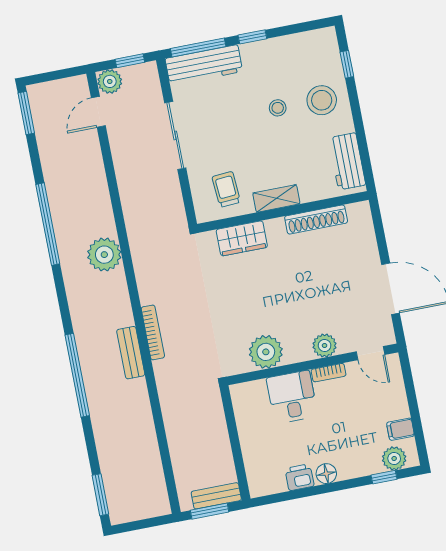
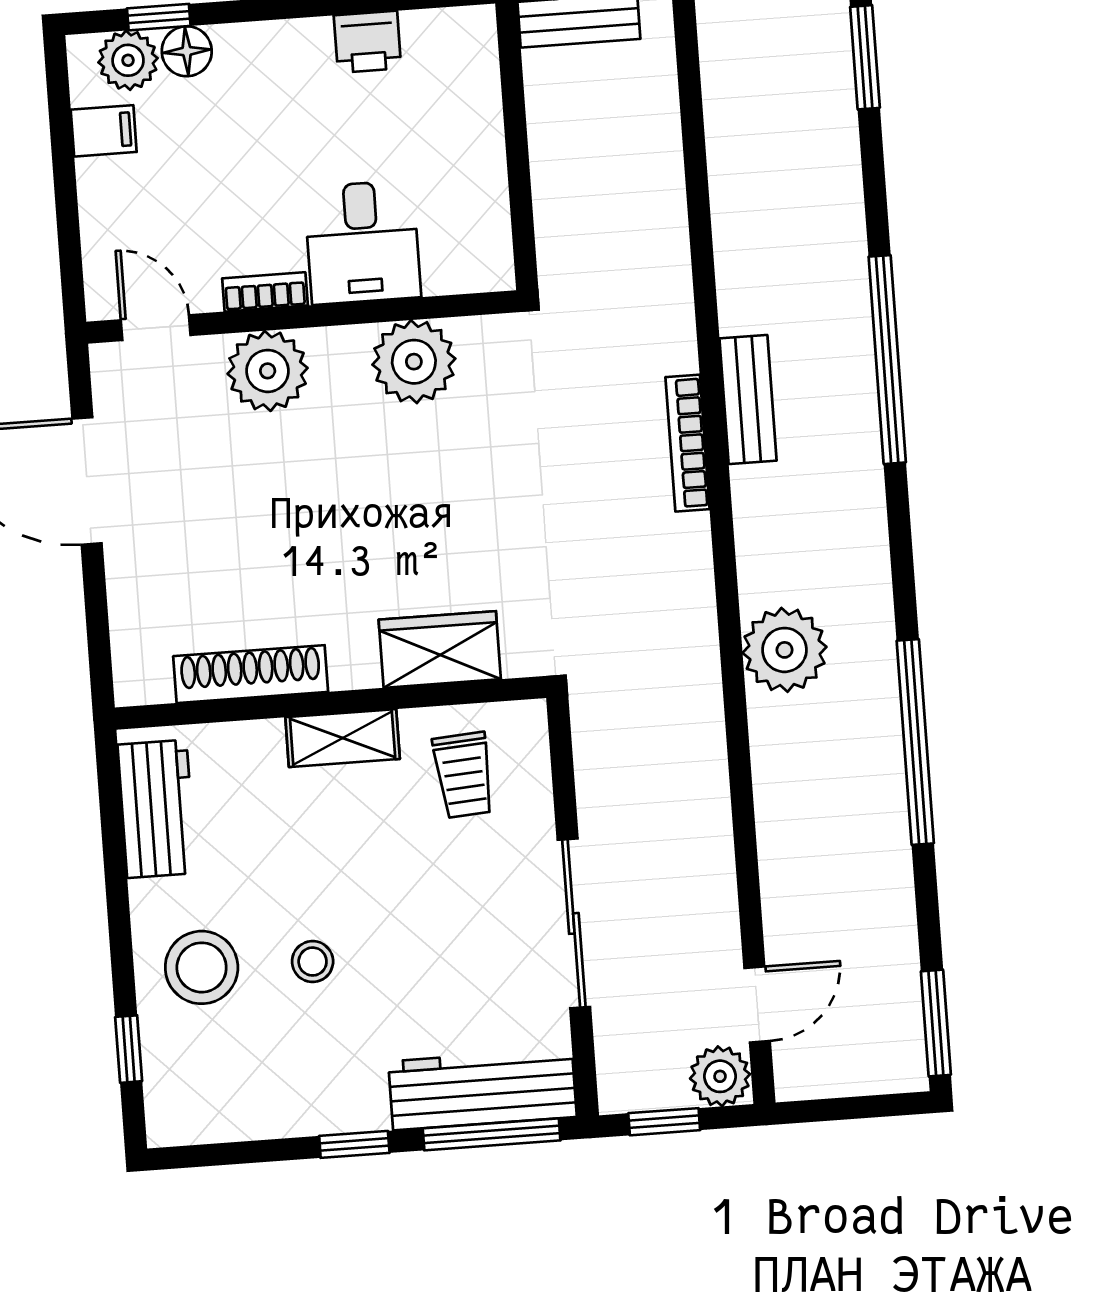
plant: (325, 345) -> (268, 371), width x1.36, depth x1.36
floor lamp: (326, 474) -> (187, 51), moved

